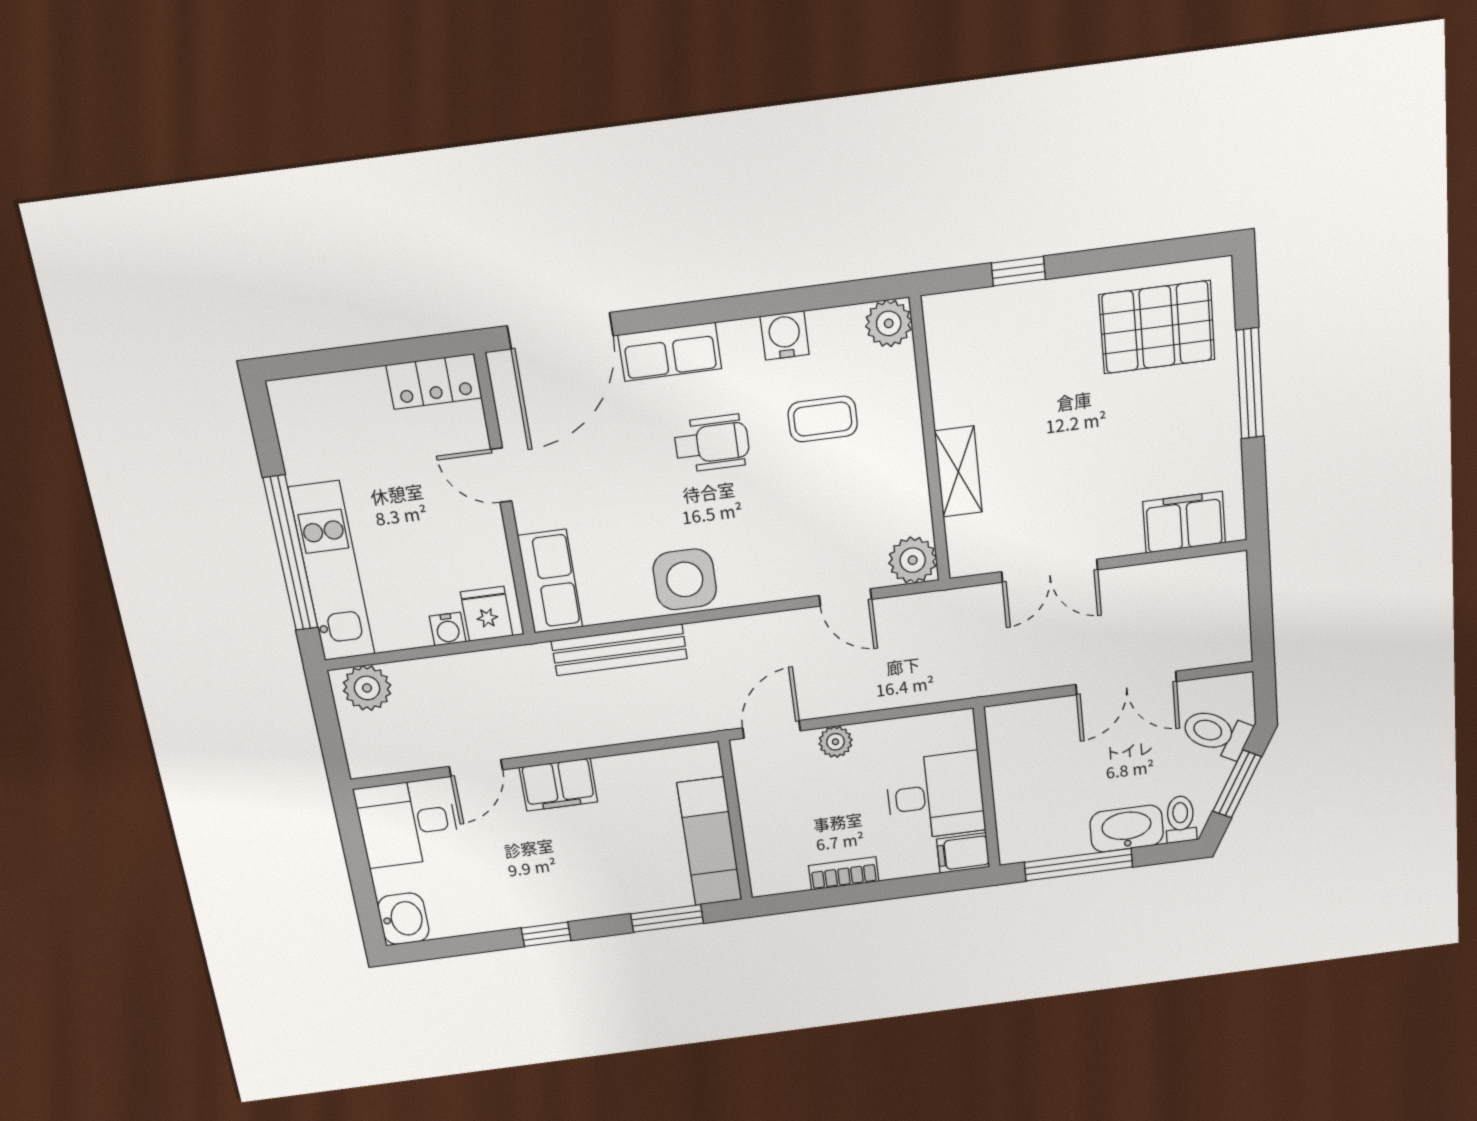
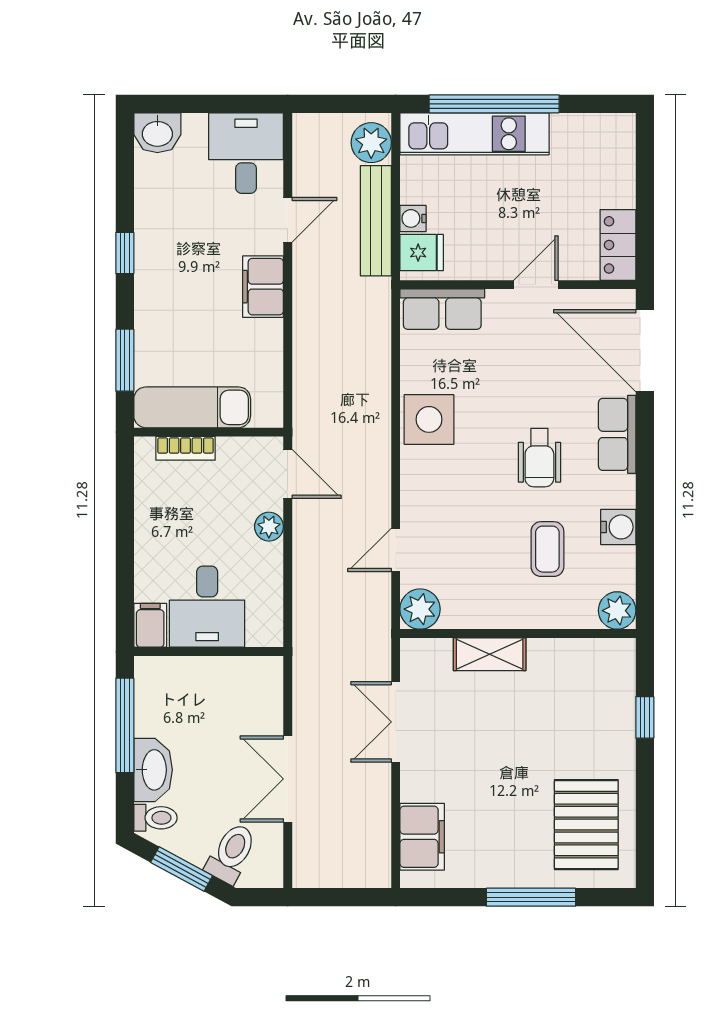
bench: (619, 650) -> (376, 221), moved
door: (476, 768) -> (288, 220), swing flipped
bookcase: (844, 873) -> (186, 448), moved, turned 90

